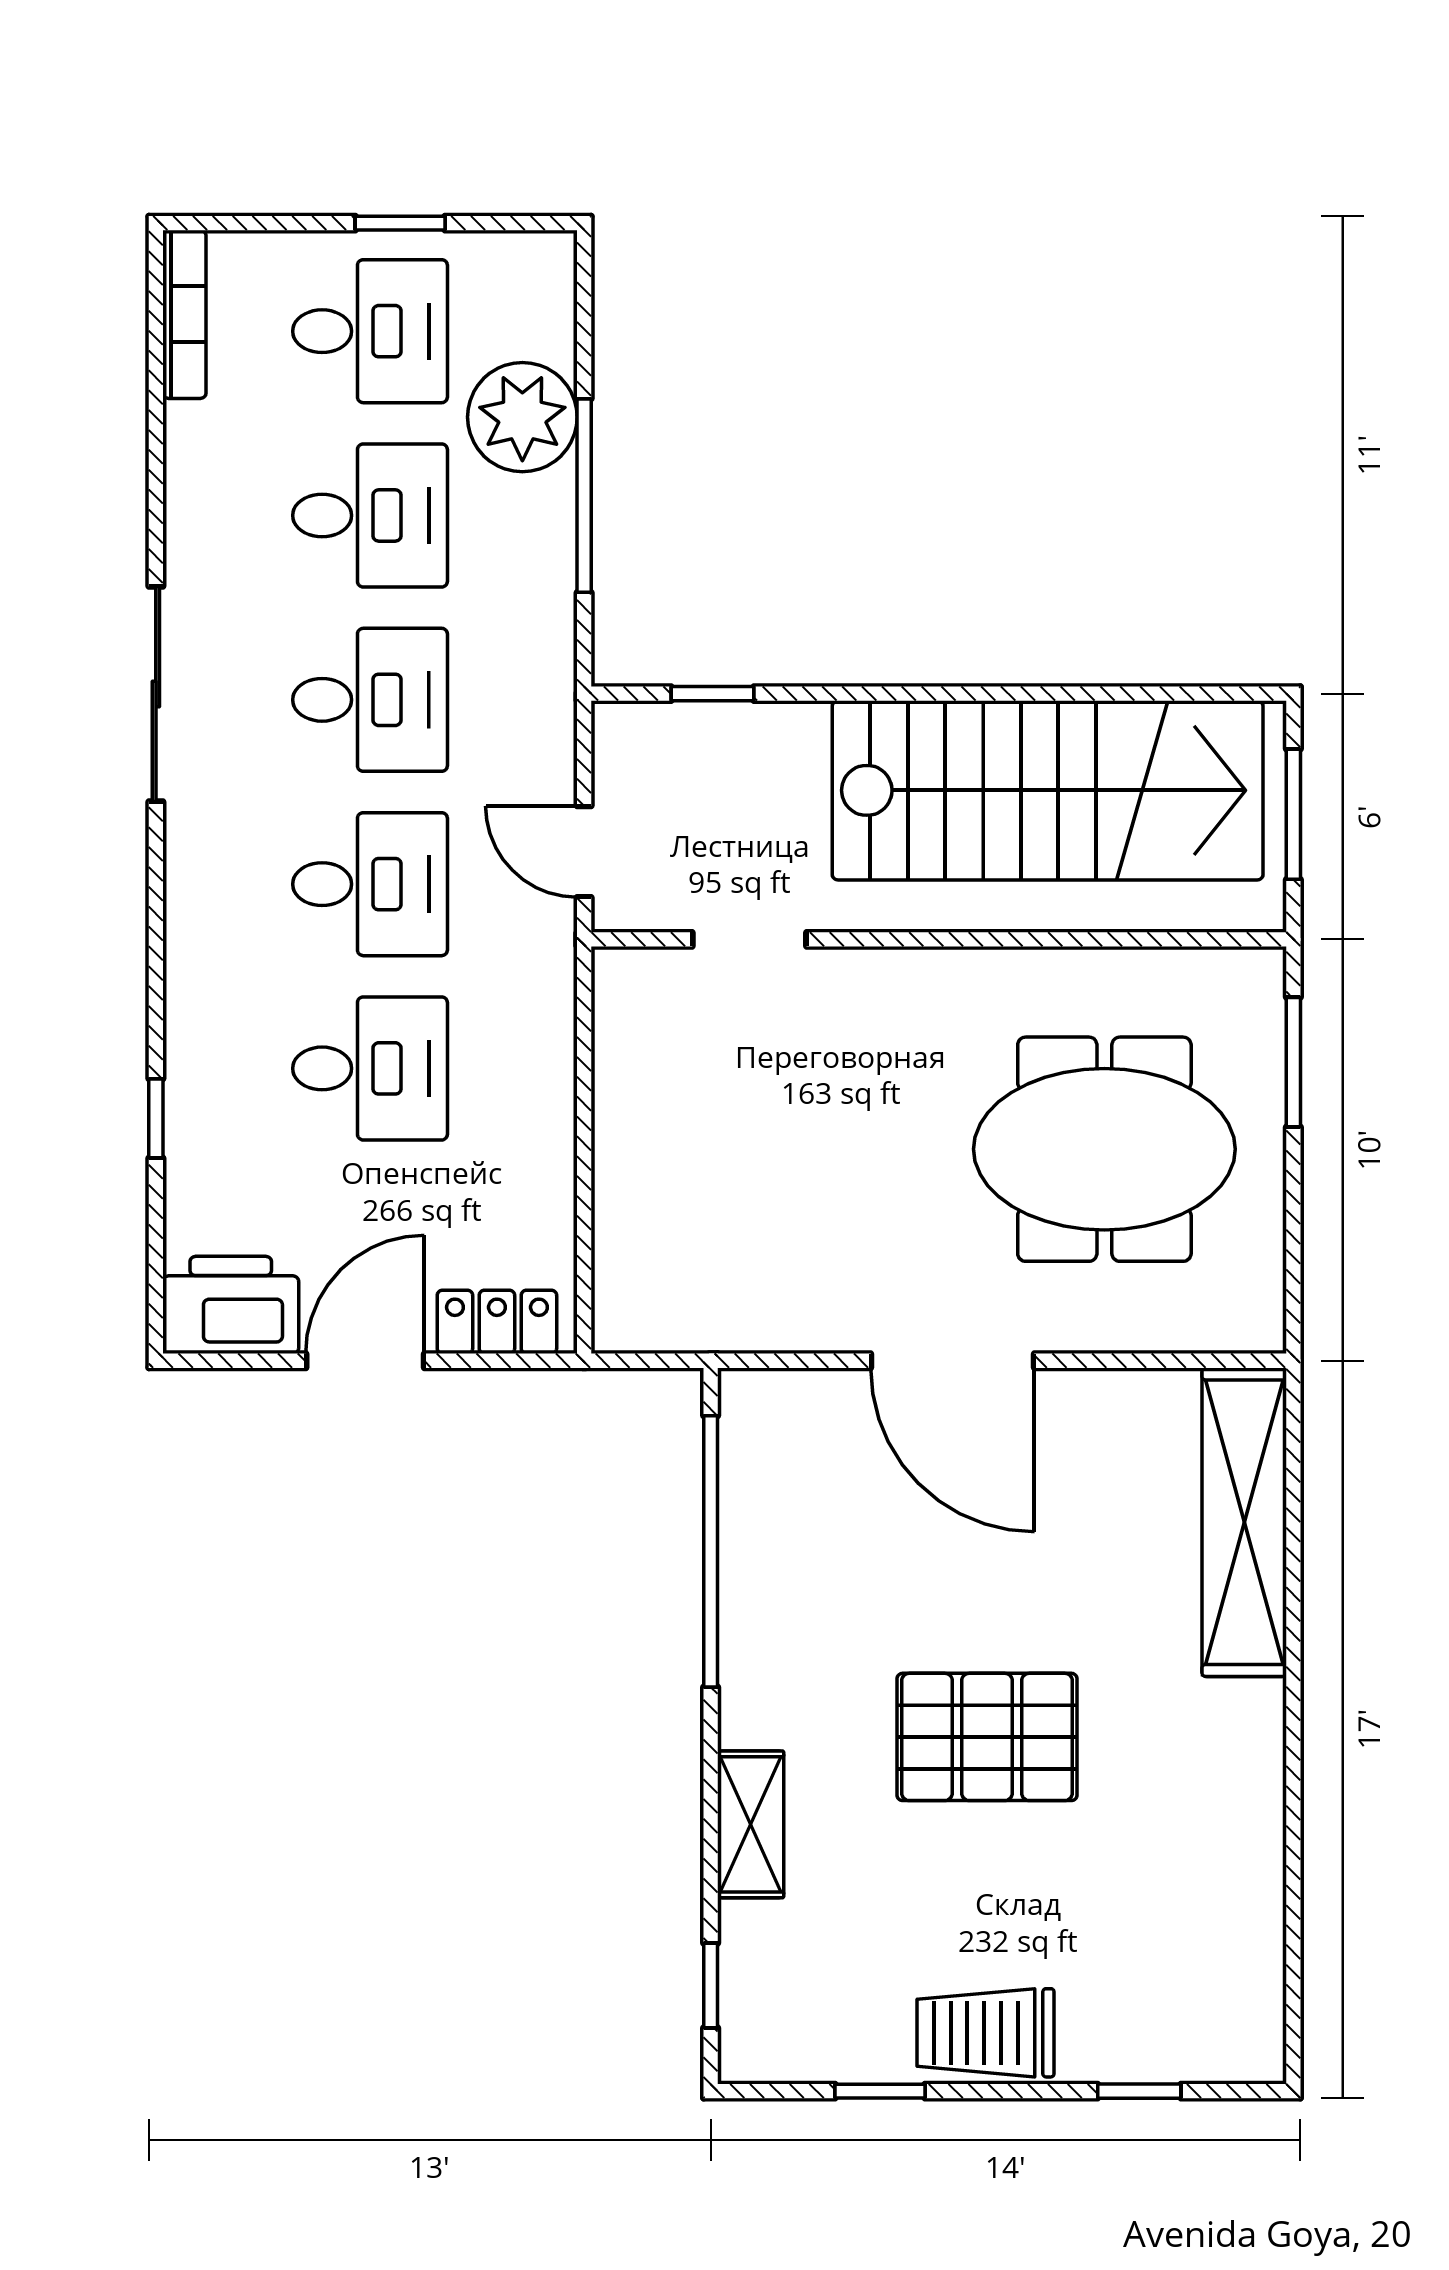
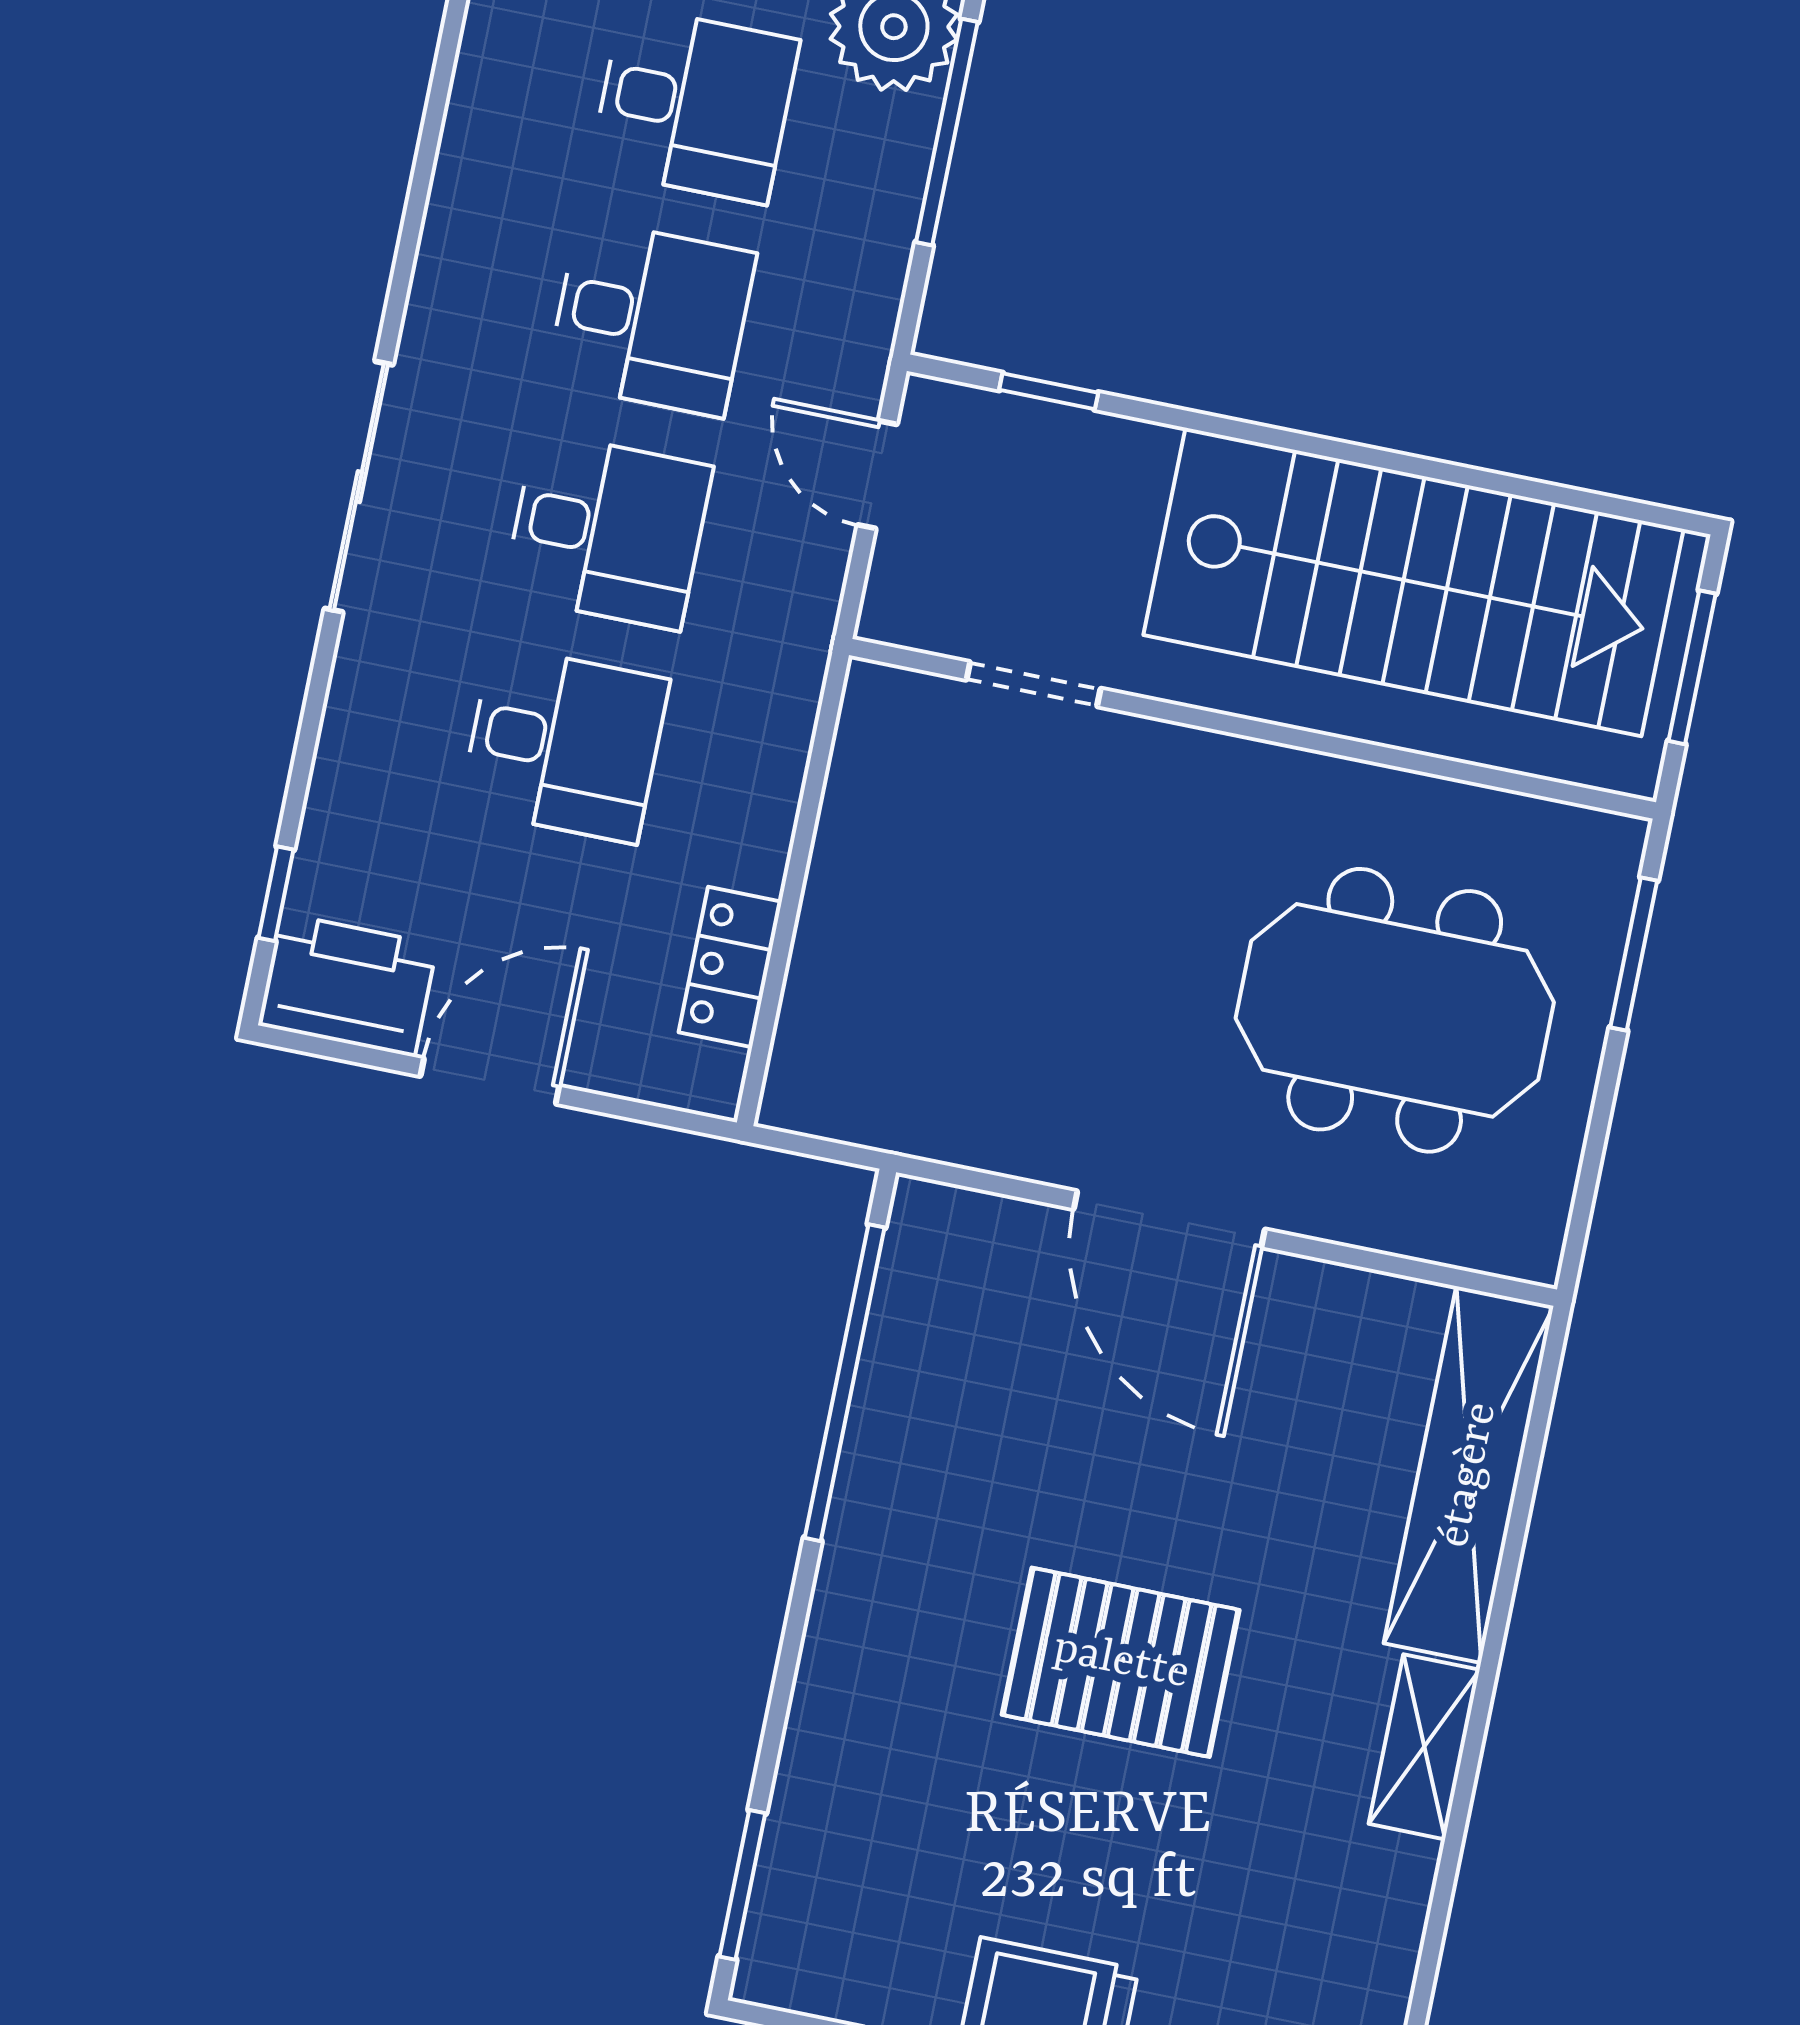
sliding door: (156, 694) -> (359, 487), moved
door: (584, 852) -> (877, 475), moved
window: (156, 1118) -> (276, 894), moved
locker: (497, 1322) -> (730, 967), moved, turned -90
shelving: (751, 1824) -> (1424, 1747), moved
window: (711, 1986) -> (742, 1885), width x1.50

